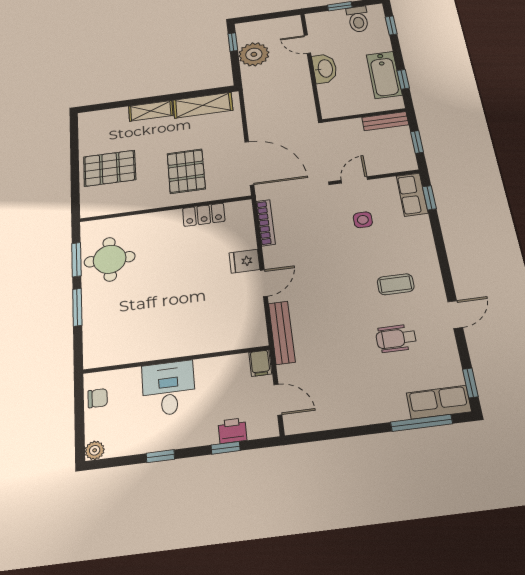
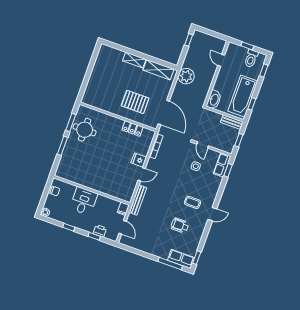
plant: (254, 54) -> (186, 76), moved
washbasin: (325, 69) -> (214, 100), moved
bathtub: (384, 75) -> (243, 96), width x1.36, depth x1.36
pallet: (110, 168) -> (103, 82), removed
pallet: (186, 171) -> (135, 102), turned 90
door: (354, 180) -> (203, 145), swing flipped
door: (455, 315) -> (212, 214), moved

